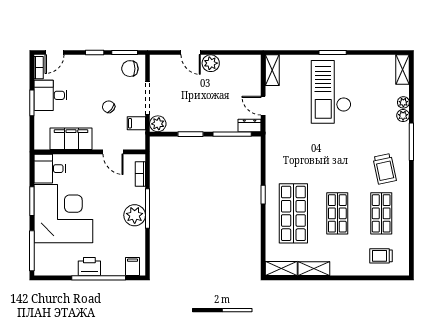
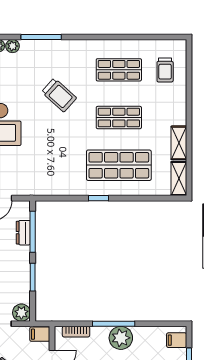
filing cabinet: (136, 123) -> (40, 334), moved, turned 90
dresser: (250, 125) -> (23, 233), moved
trolley: (385, 169) -> (59, 95), moved, turned 54

